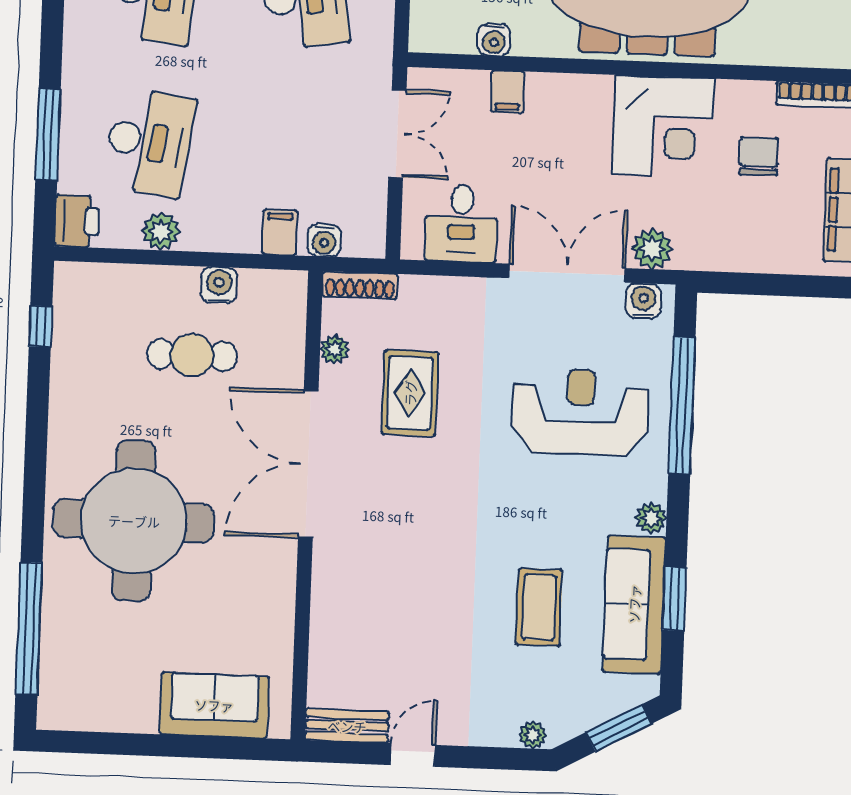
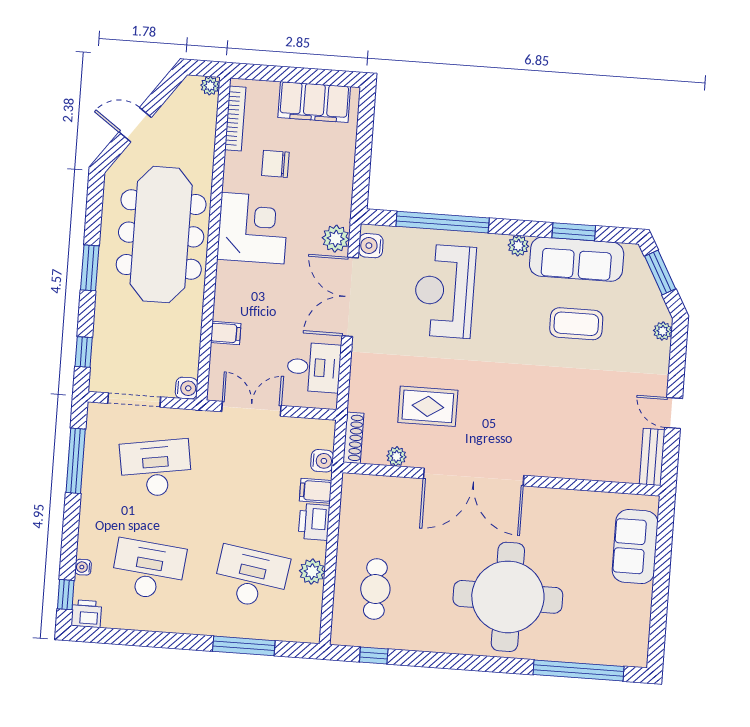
water cooler: (494, 40) -> (187, 388), moved
printer: (77, 221) -> (314, 522), moved, turned -90
water cooler: (219, 285) -> (350, 533), removed
cafe table: (192, 355) -> (375, 589), moved

